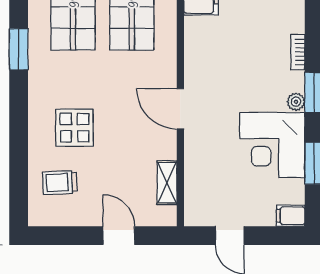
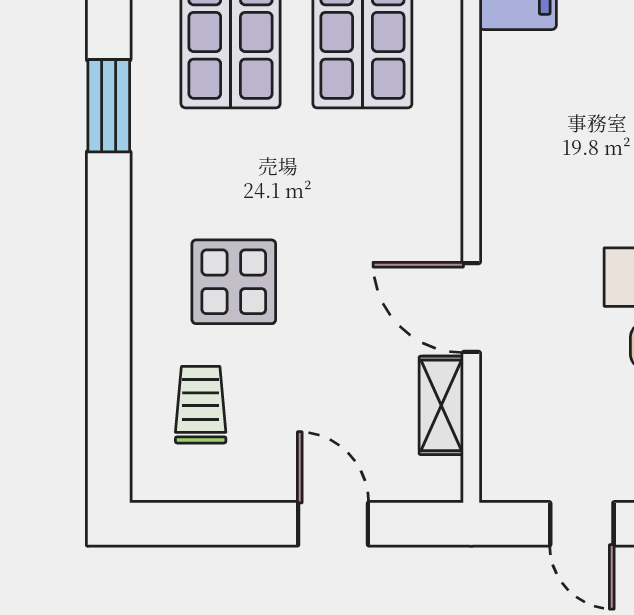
door: (180, 109) -> (471, 308), moved
trolley: (60, 182) -> (201, 405), turned 93

